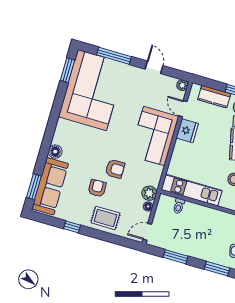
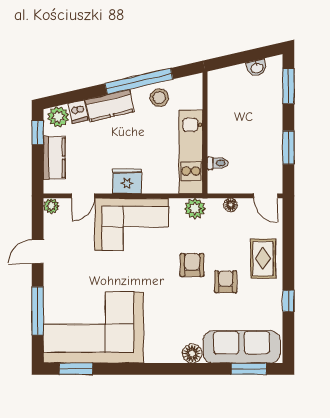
fridge: (187, 131) -> (127, 181), moved
armchair: (97, 188) -> (226, 282), turned 92
plant: (149, 193) -> (195, 209), moved

